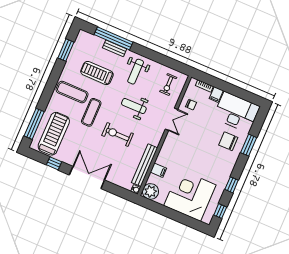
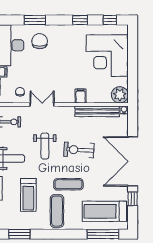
exercise bike: (118, 134) -> (79, 150), turned 93
chair: (228, 141) -> (40, 41), turned 180
filing cabinet: (158, 170) -> (81, 96), moved
double door: (87, 177) -> (133, 161), width x1.36

